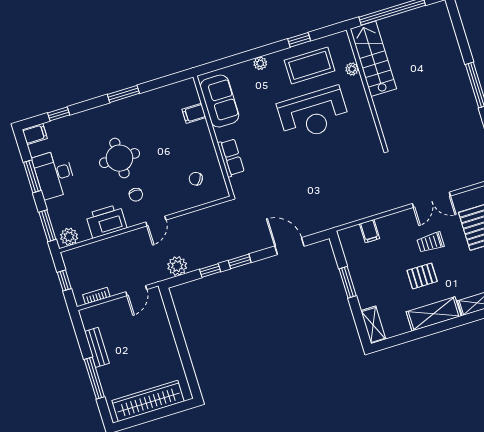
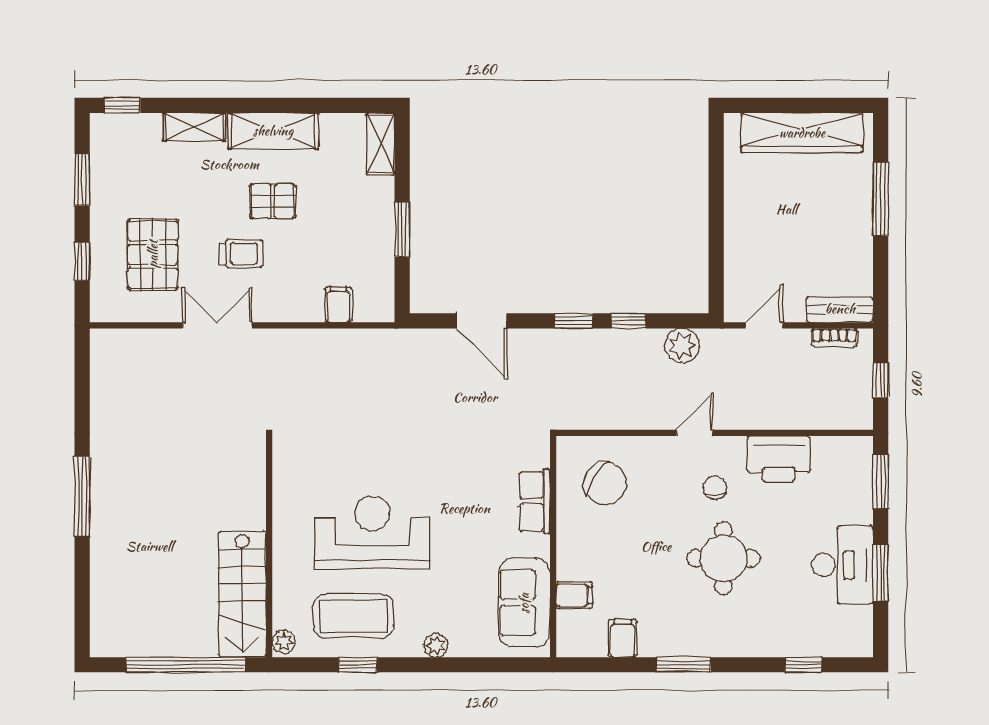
plant: (352, 69) -> (284, 642), moved
filing cabinet: (35, 134) -> (623, 638), moved, turned 90
chair: (196, 179) -> (605, 483), width x1.87, depth x1.87
plant: (69, 237) -> (850, 452), removed
bench: (97, 347) -> (840, 309), moved, turned 90

